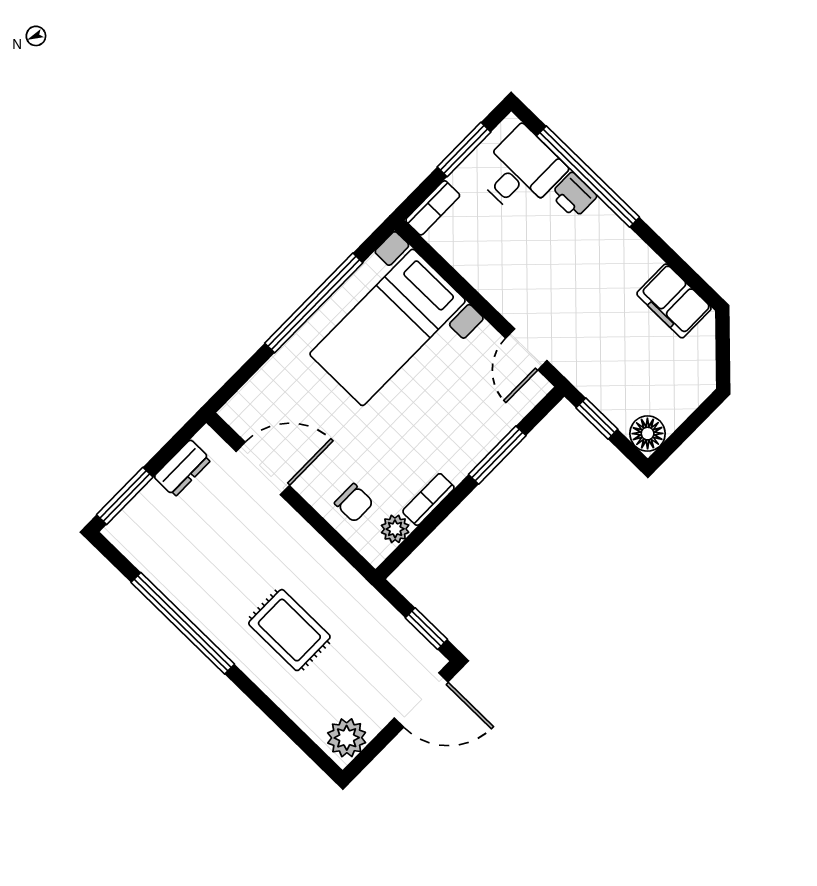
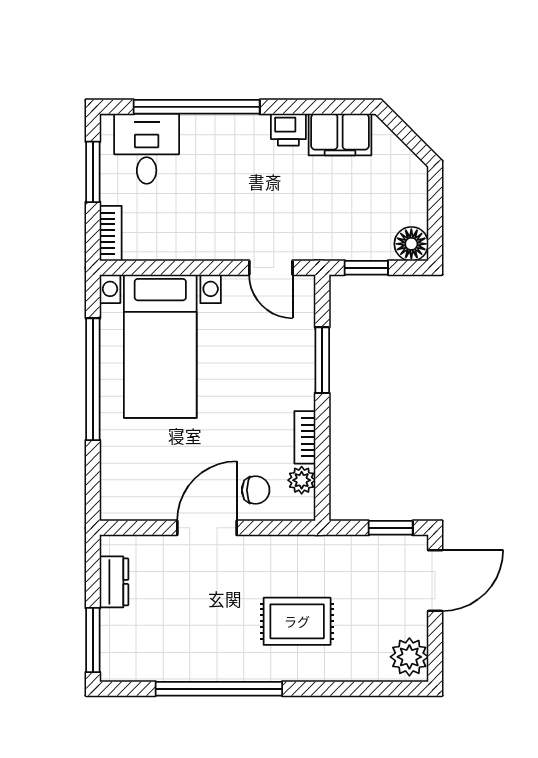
printer: (573, 195) -> (288, 130), moved
door: (263, 468) -> (207, 528), moved

